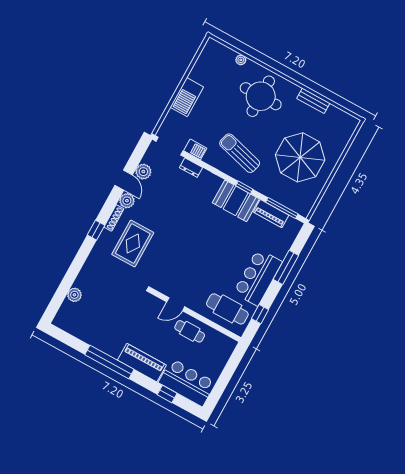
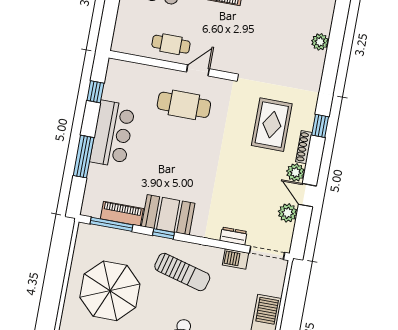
cafe table: (227, 309) -> (184, 105), moved

